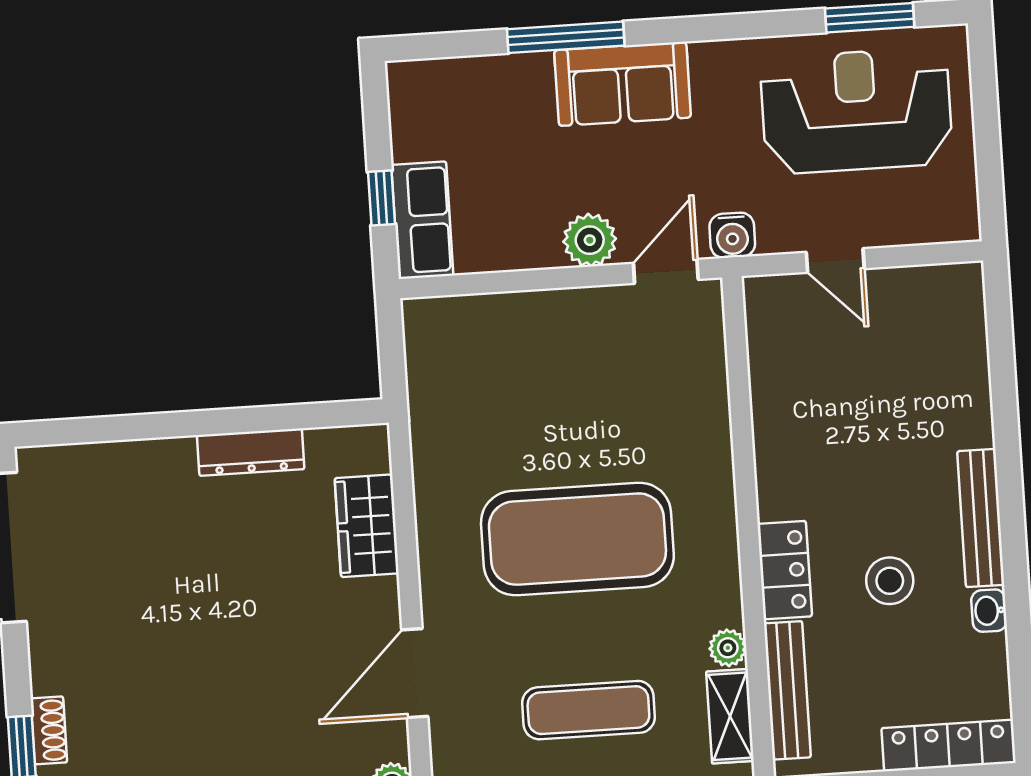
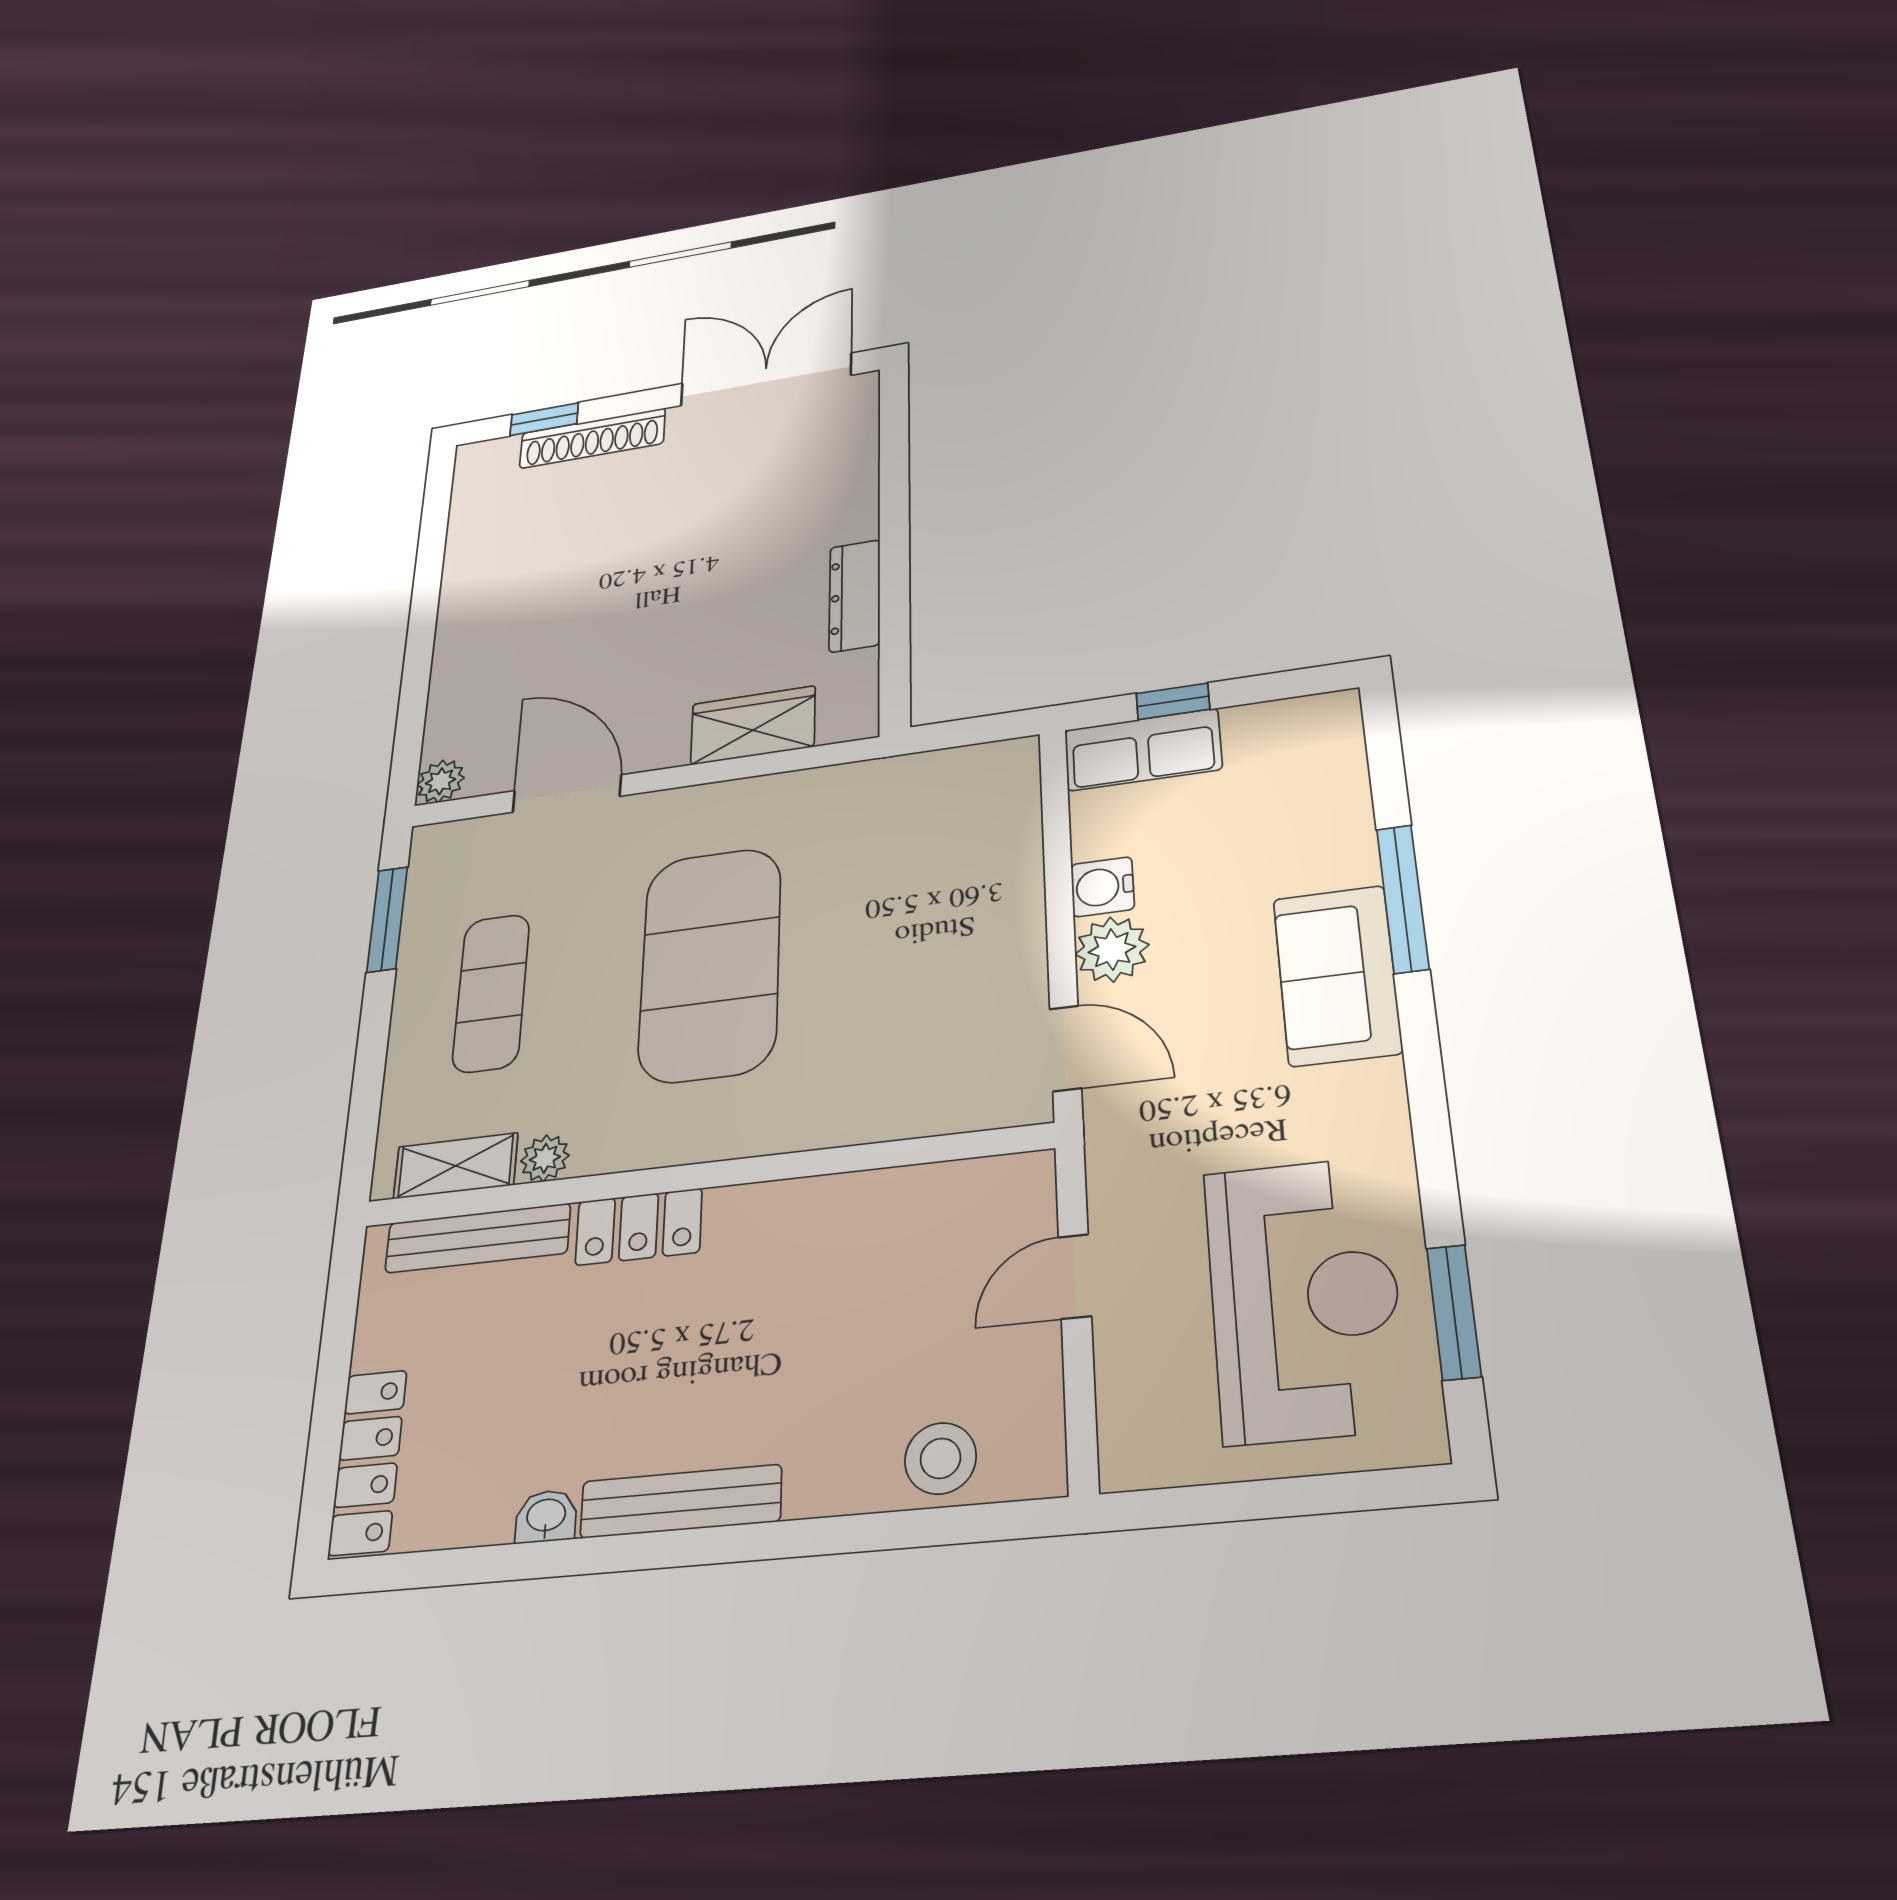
water cooler: (732, 235) -> (1102, 887), moved
stool: (890, 581) -> (940, 1458), moved
shoe rack: (49, 730) -> (592, 438), width x1.94, depth x1.24

